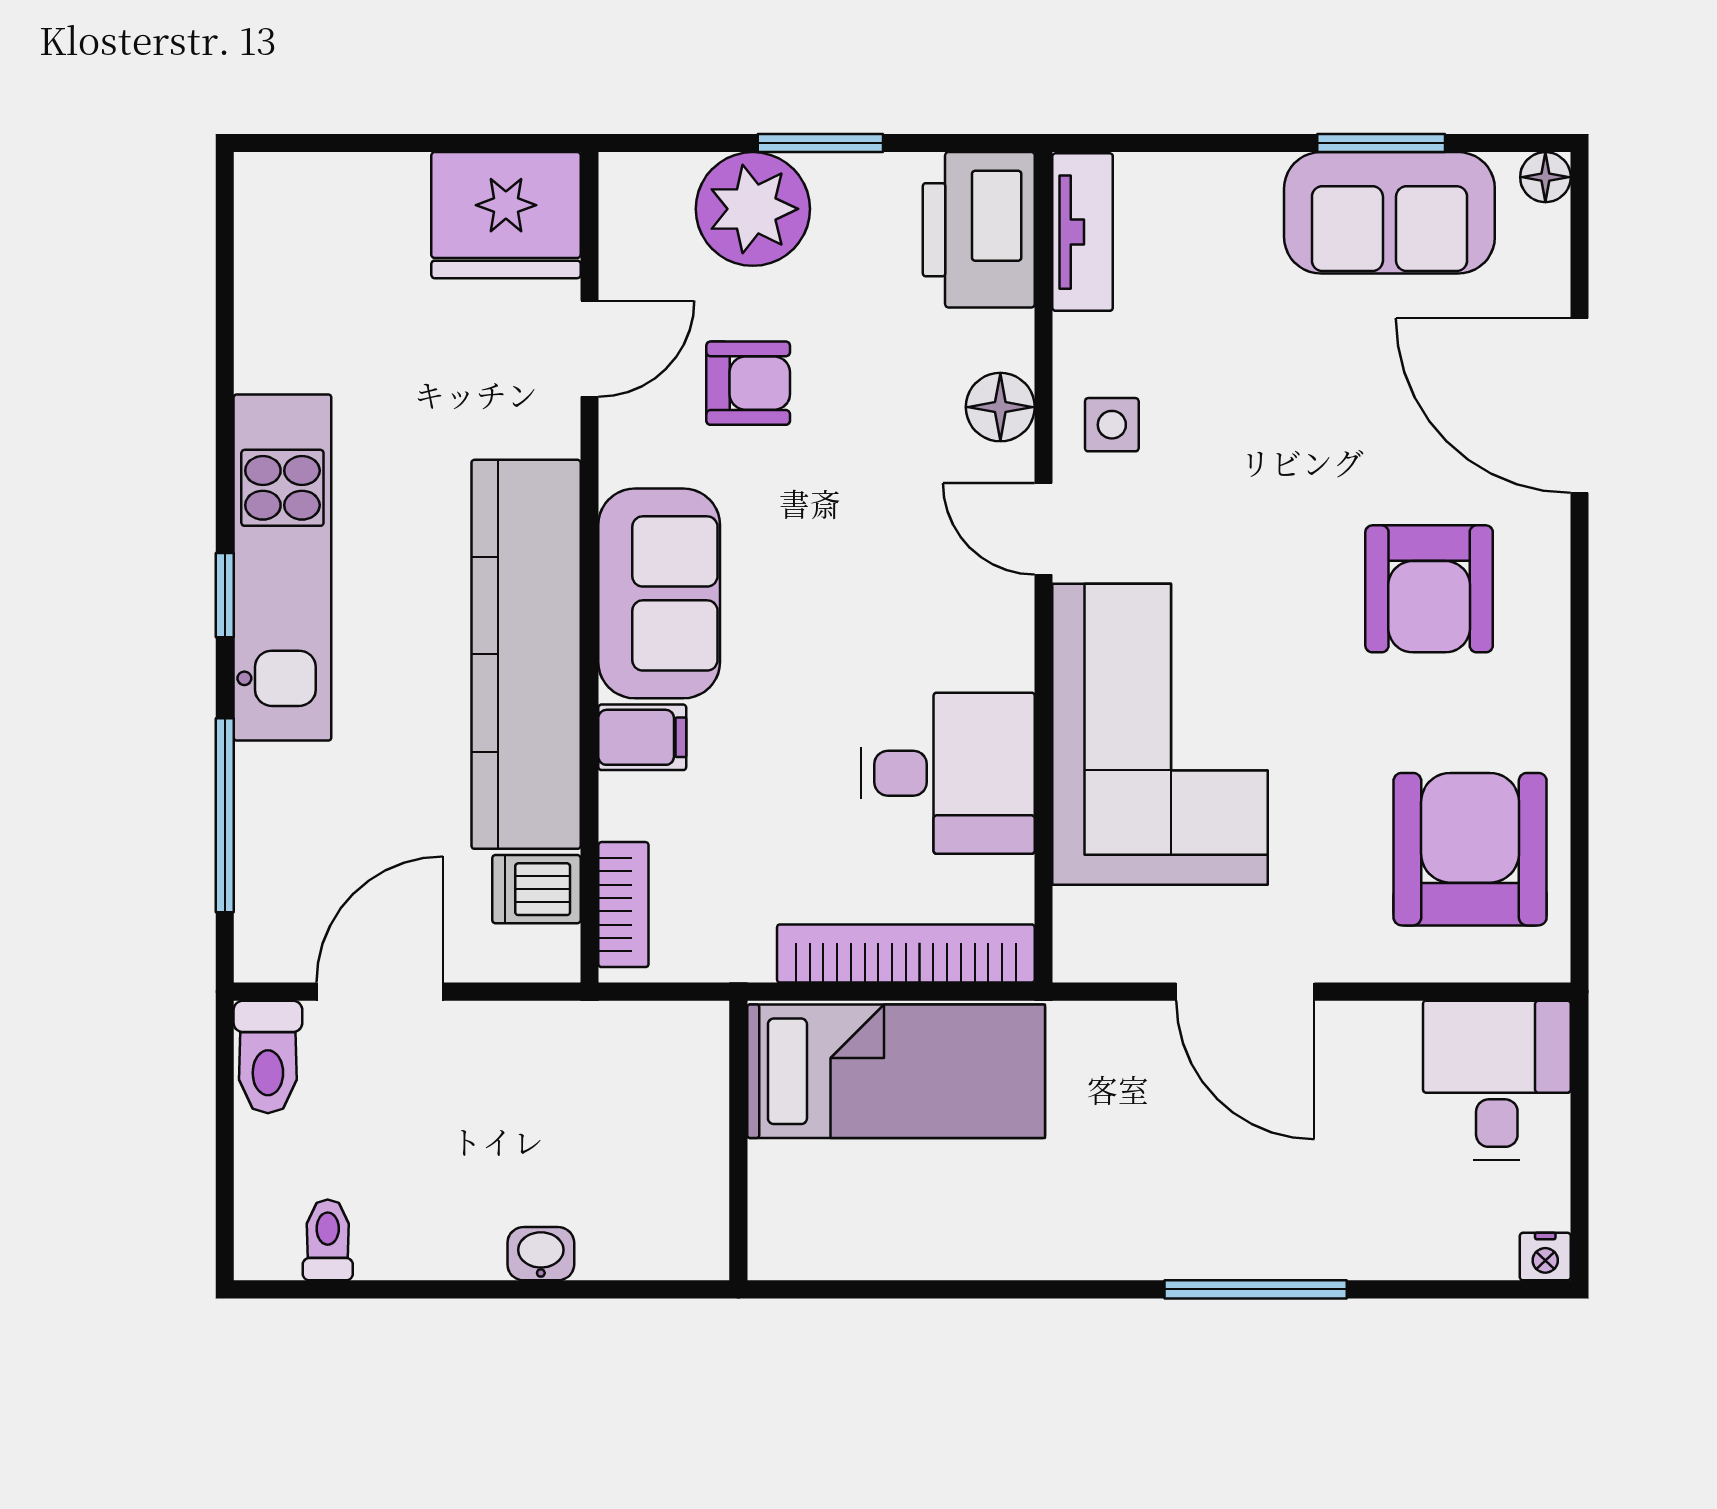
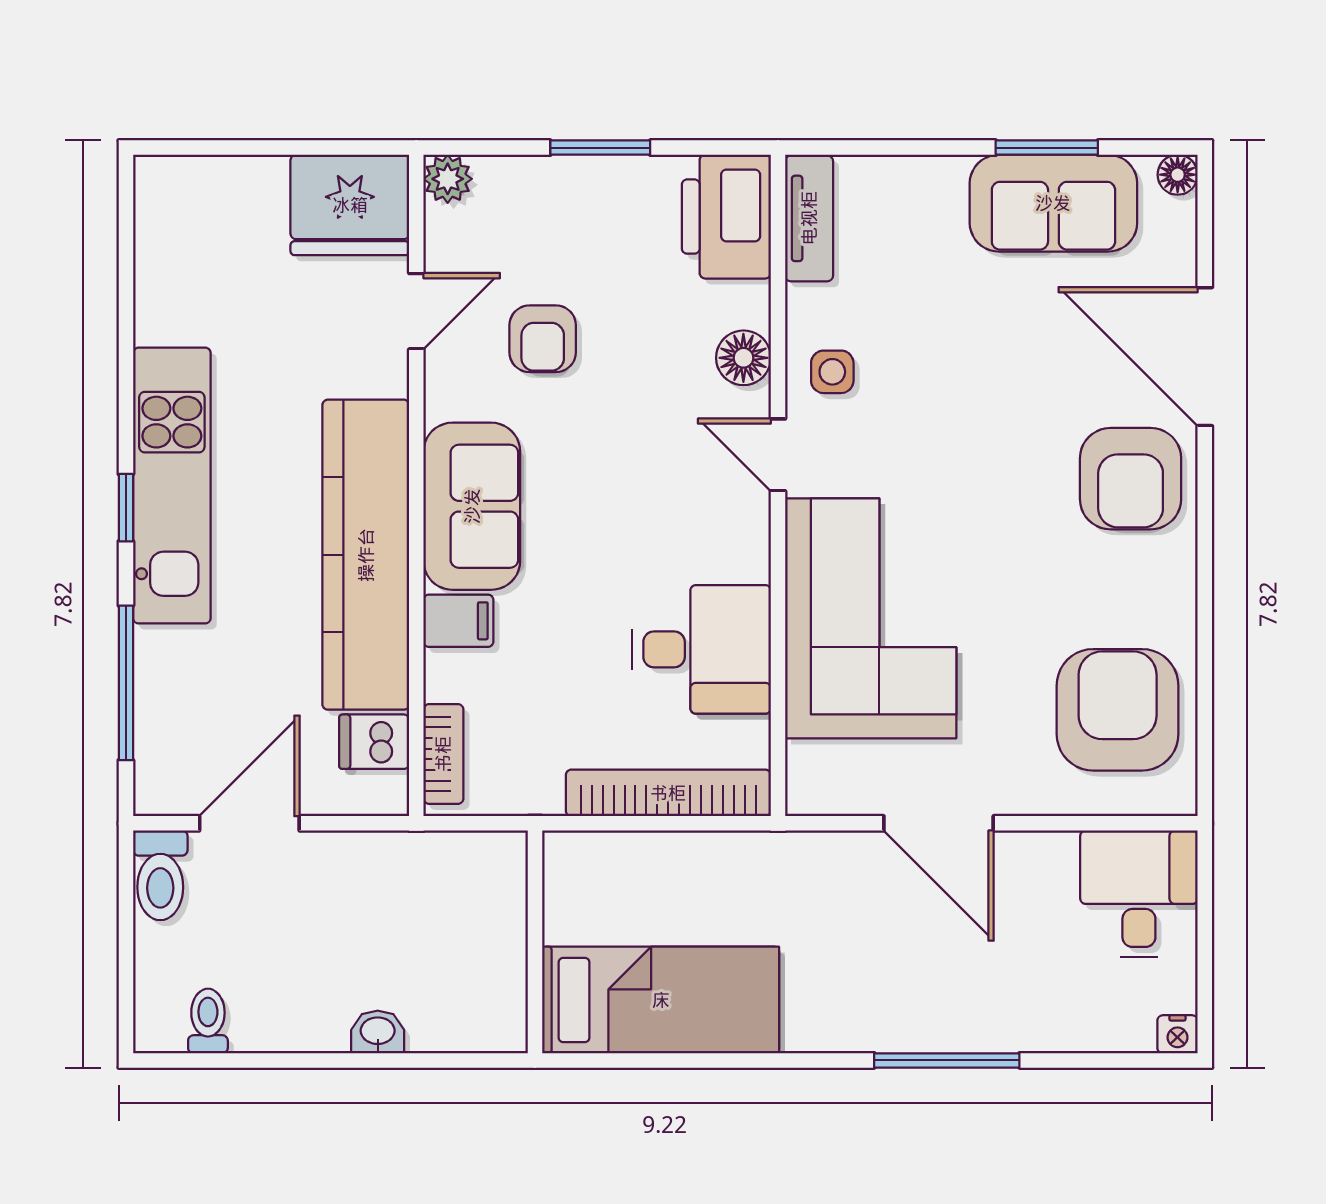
plant: (753, 209) -> (448, 179), moved, width x0.53, depth x0.53
armchair: (748, 383) -> (543, 339), turned 90
armchair: (1429, 589) -> (1131, 479), moved
bed: (896, 1071) -> (661, 1000), moved

